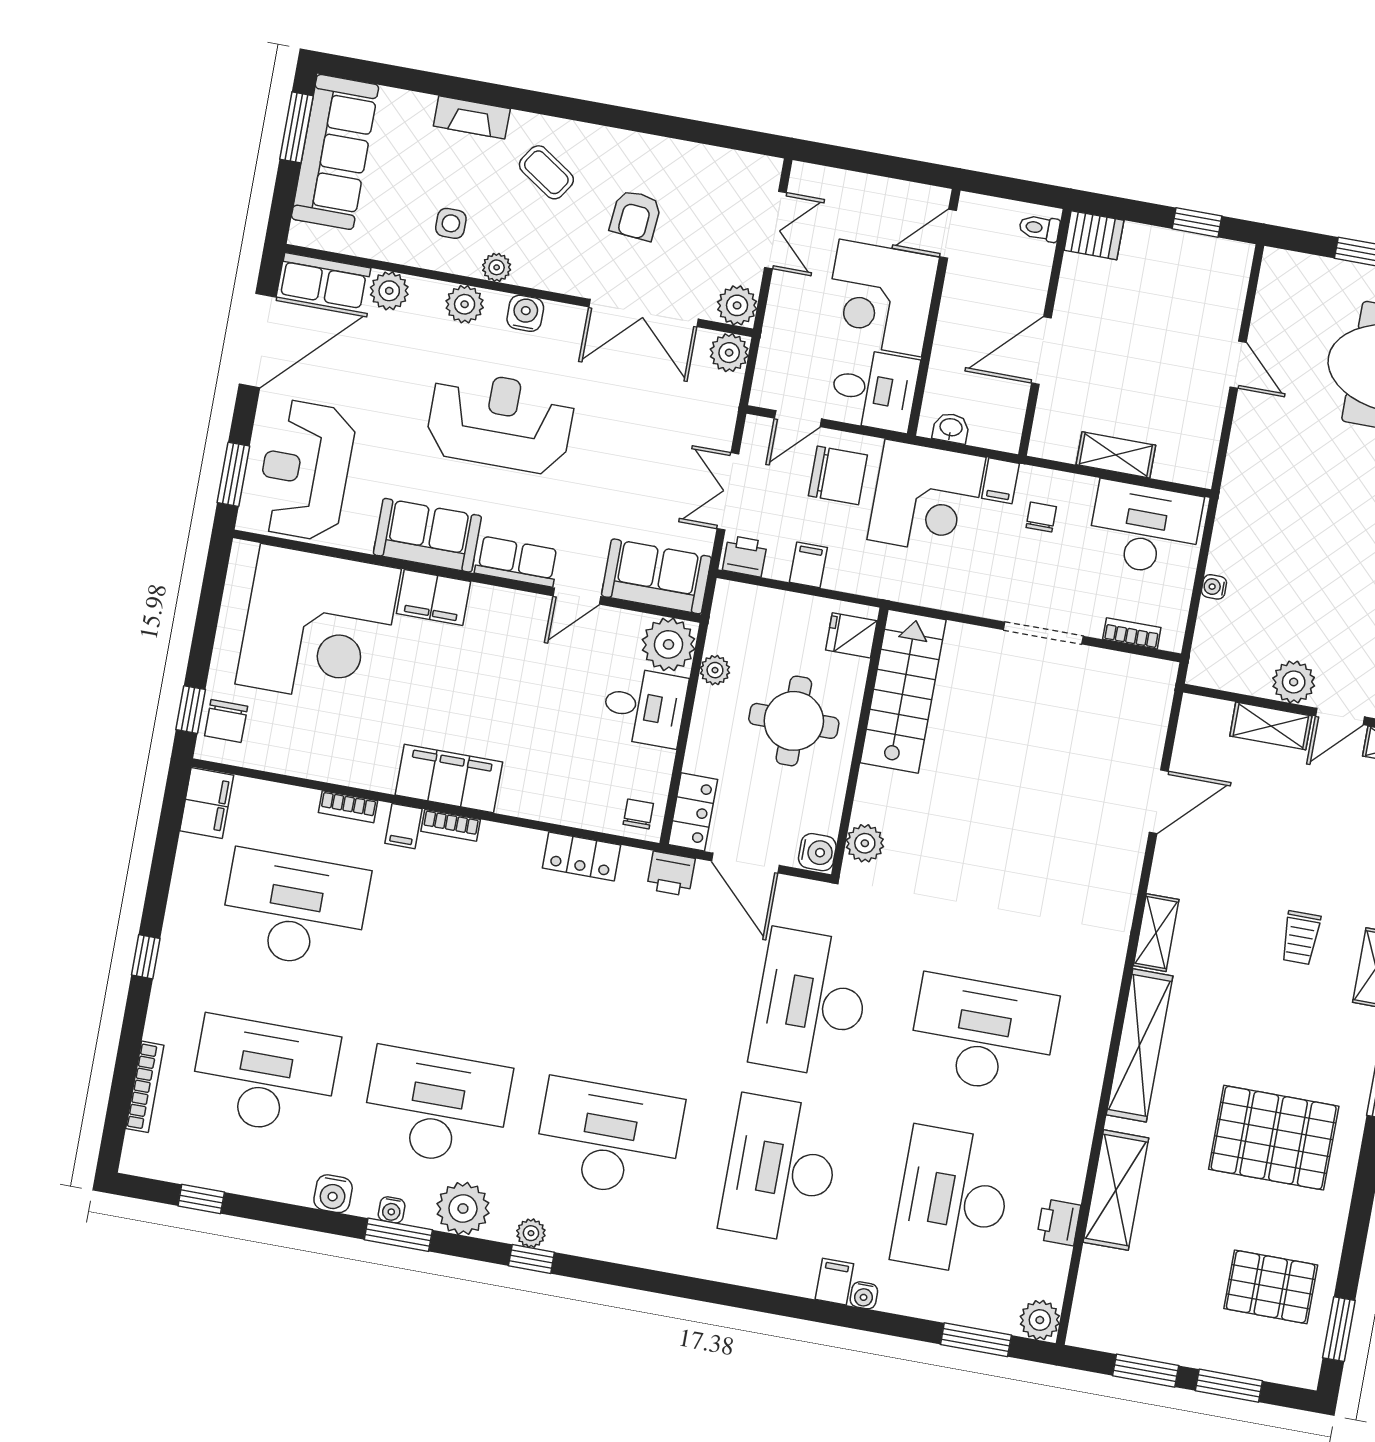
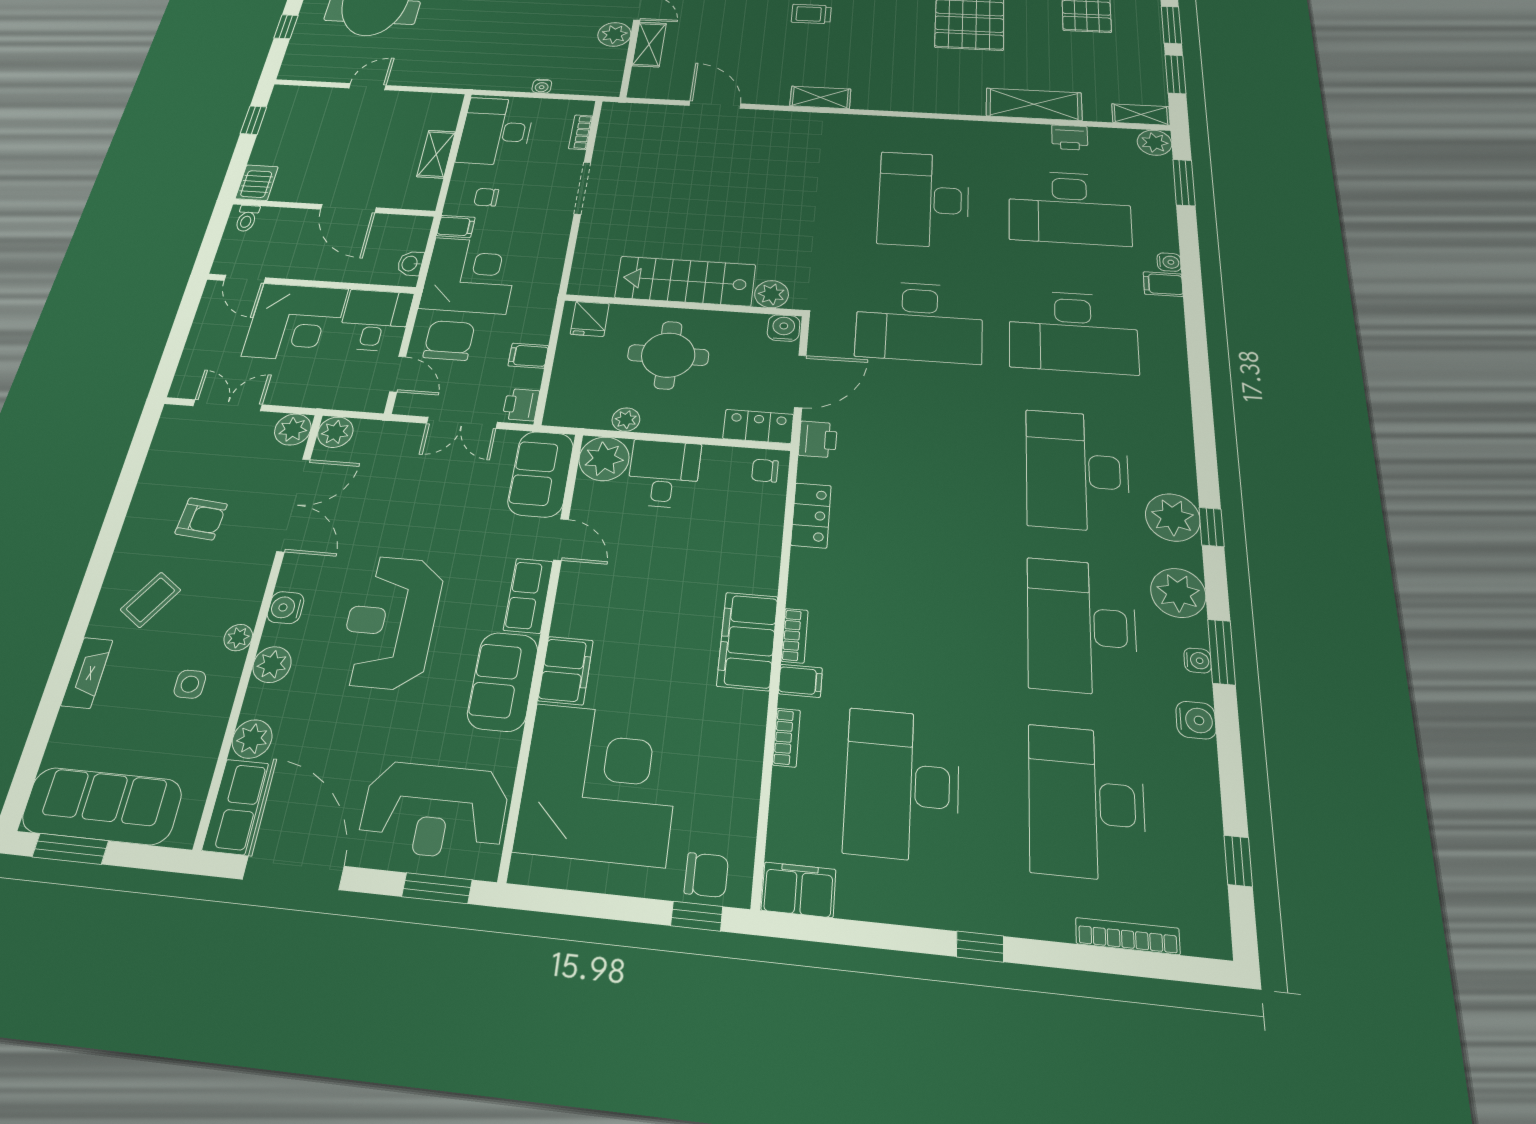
stairs: (903, 691) -> (685, 281), moved
trolley: (1301, 938) -> (811, 14), turned 180
shelving: (1139, 1045) -> (1141, 114), moved, width x0.45, depth x0.75
plant: (531, 1233) -> (1173, 517), width x1.88, depth x1.88

